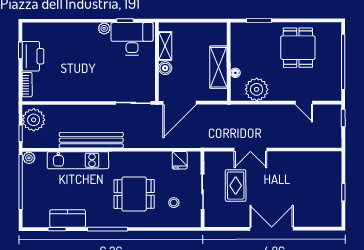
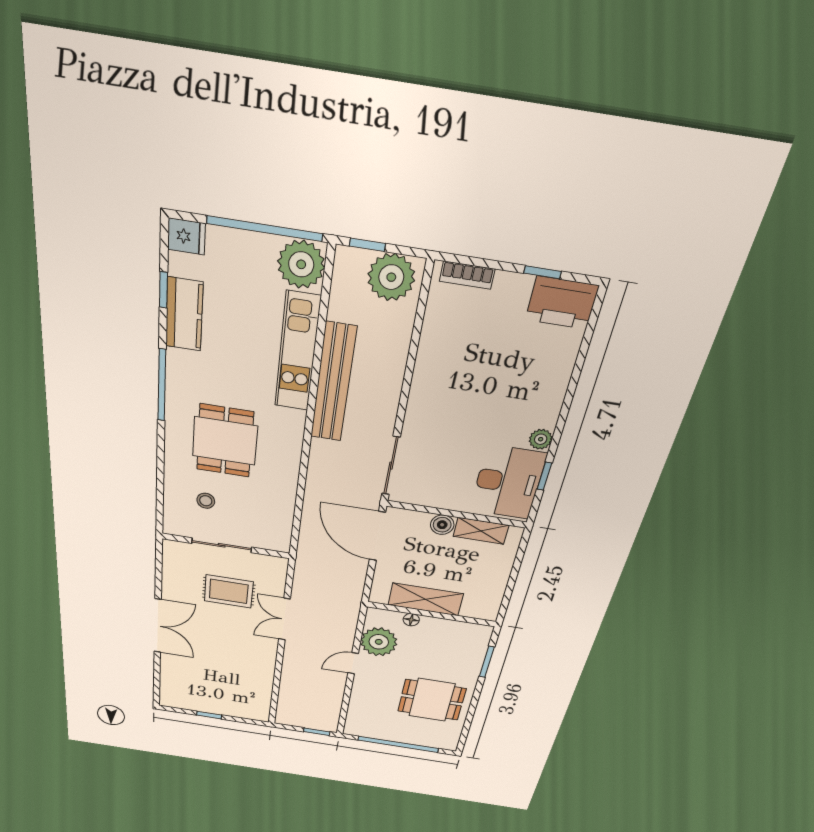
printer: (33, 56) -> (562, 303), moved
door: (304, 103) -> (353, 663), moved
plant: (29, 158) -> (301, 264), width x1.87, depth x1.87
fridge: (180, 160) -> (186, 236), moved, turned 180

